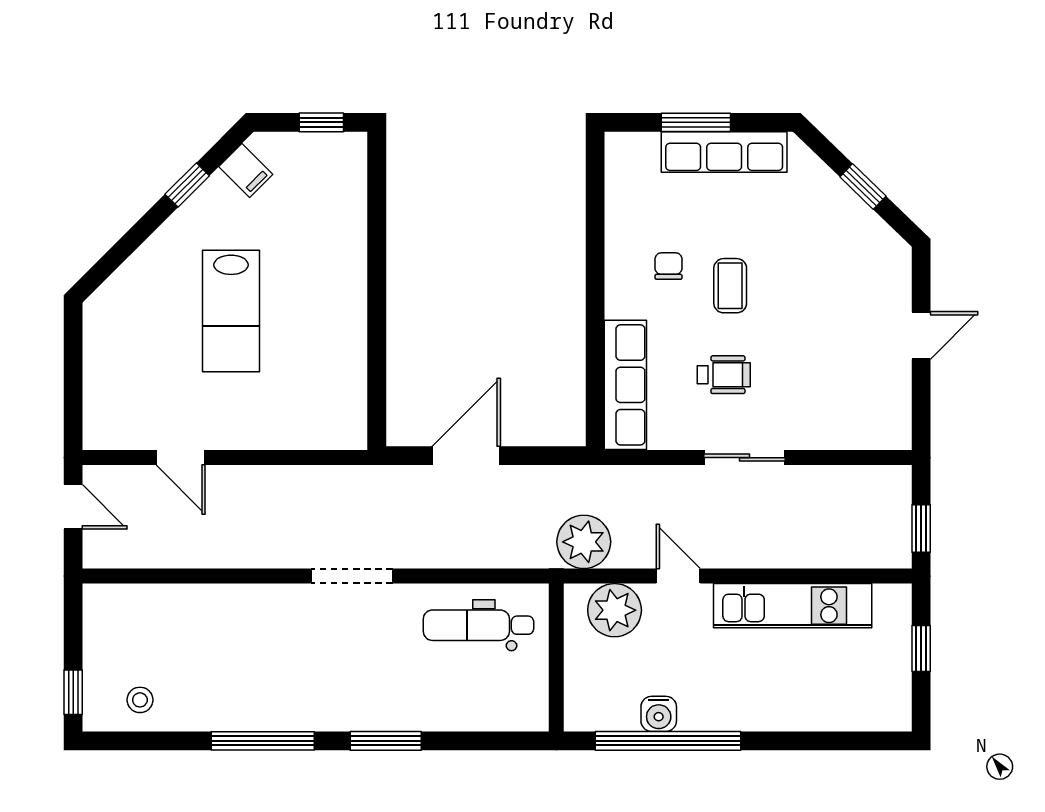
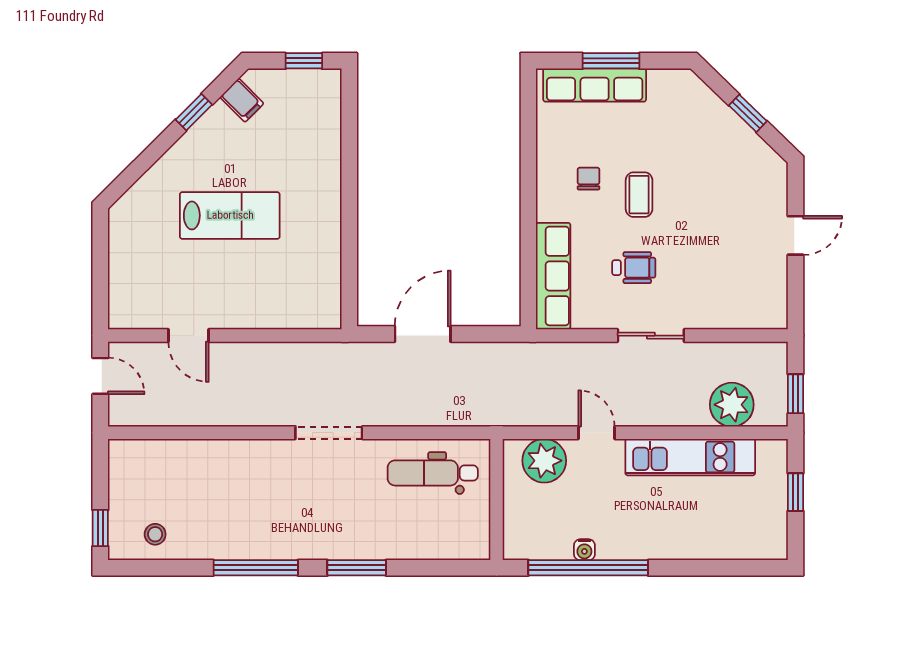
row of seats: (724, 152) -> (595, 85), moved
lab bench: (231, 311) -> (230, 215), turned -90
plant: (584, 542) -> (732, 405), moved
water cooler: (659, 714) -> (584, 550), width x0.72, depth x0.72

